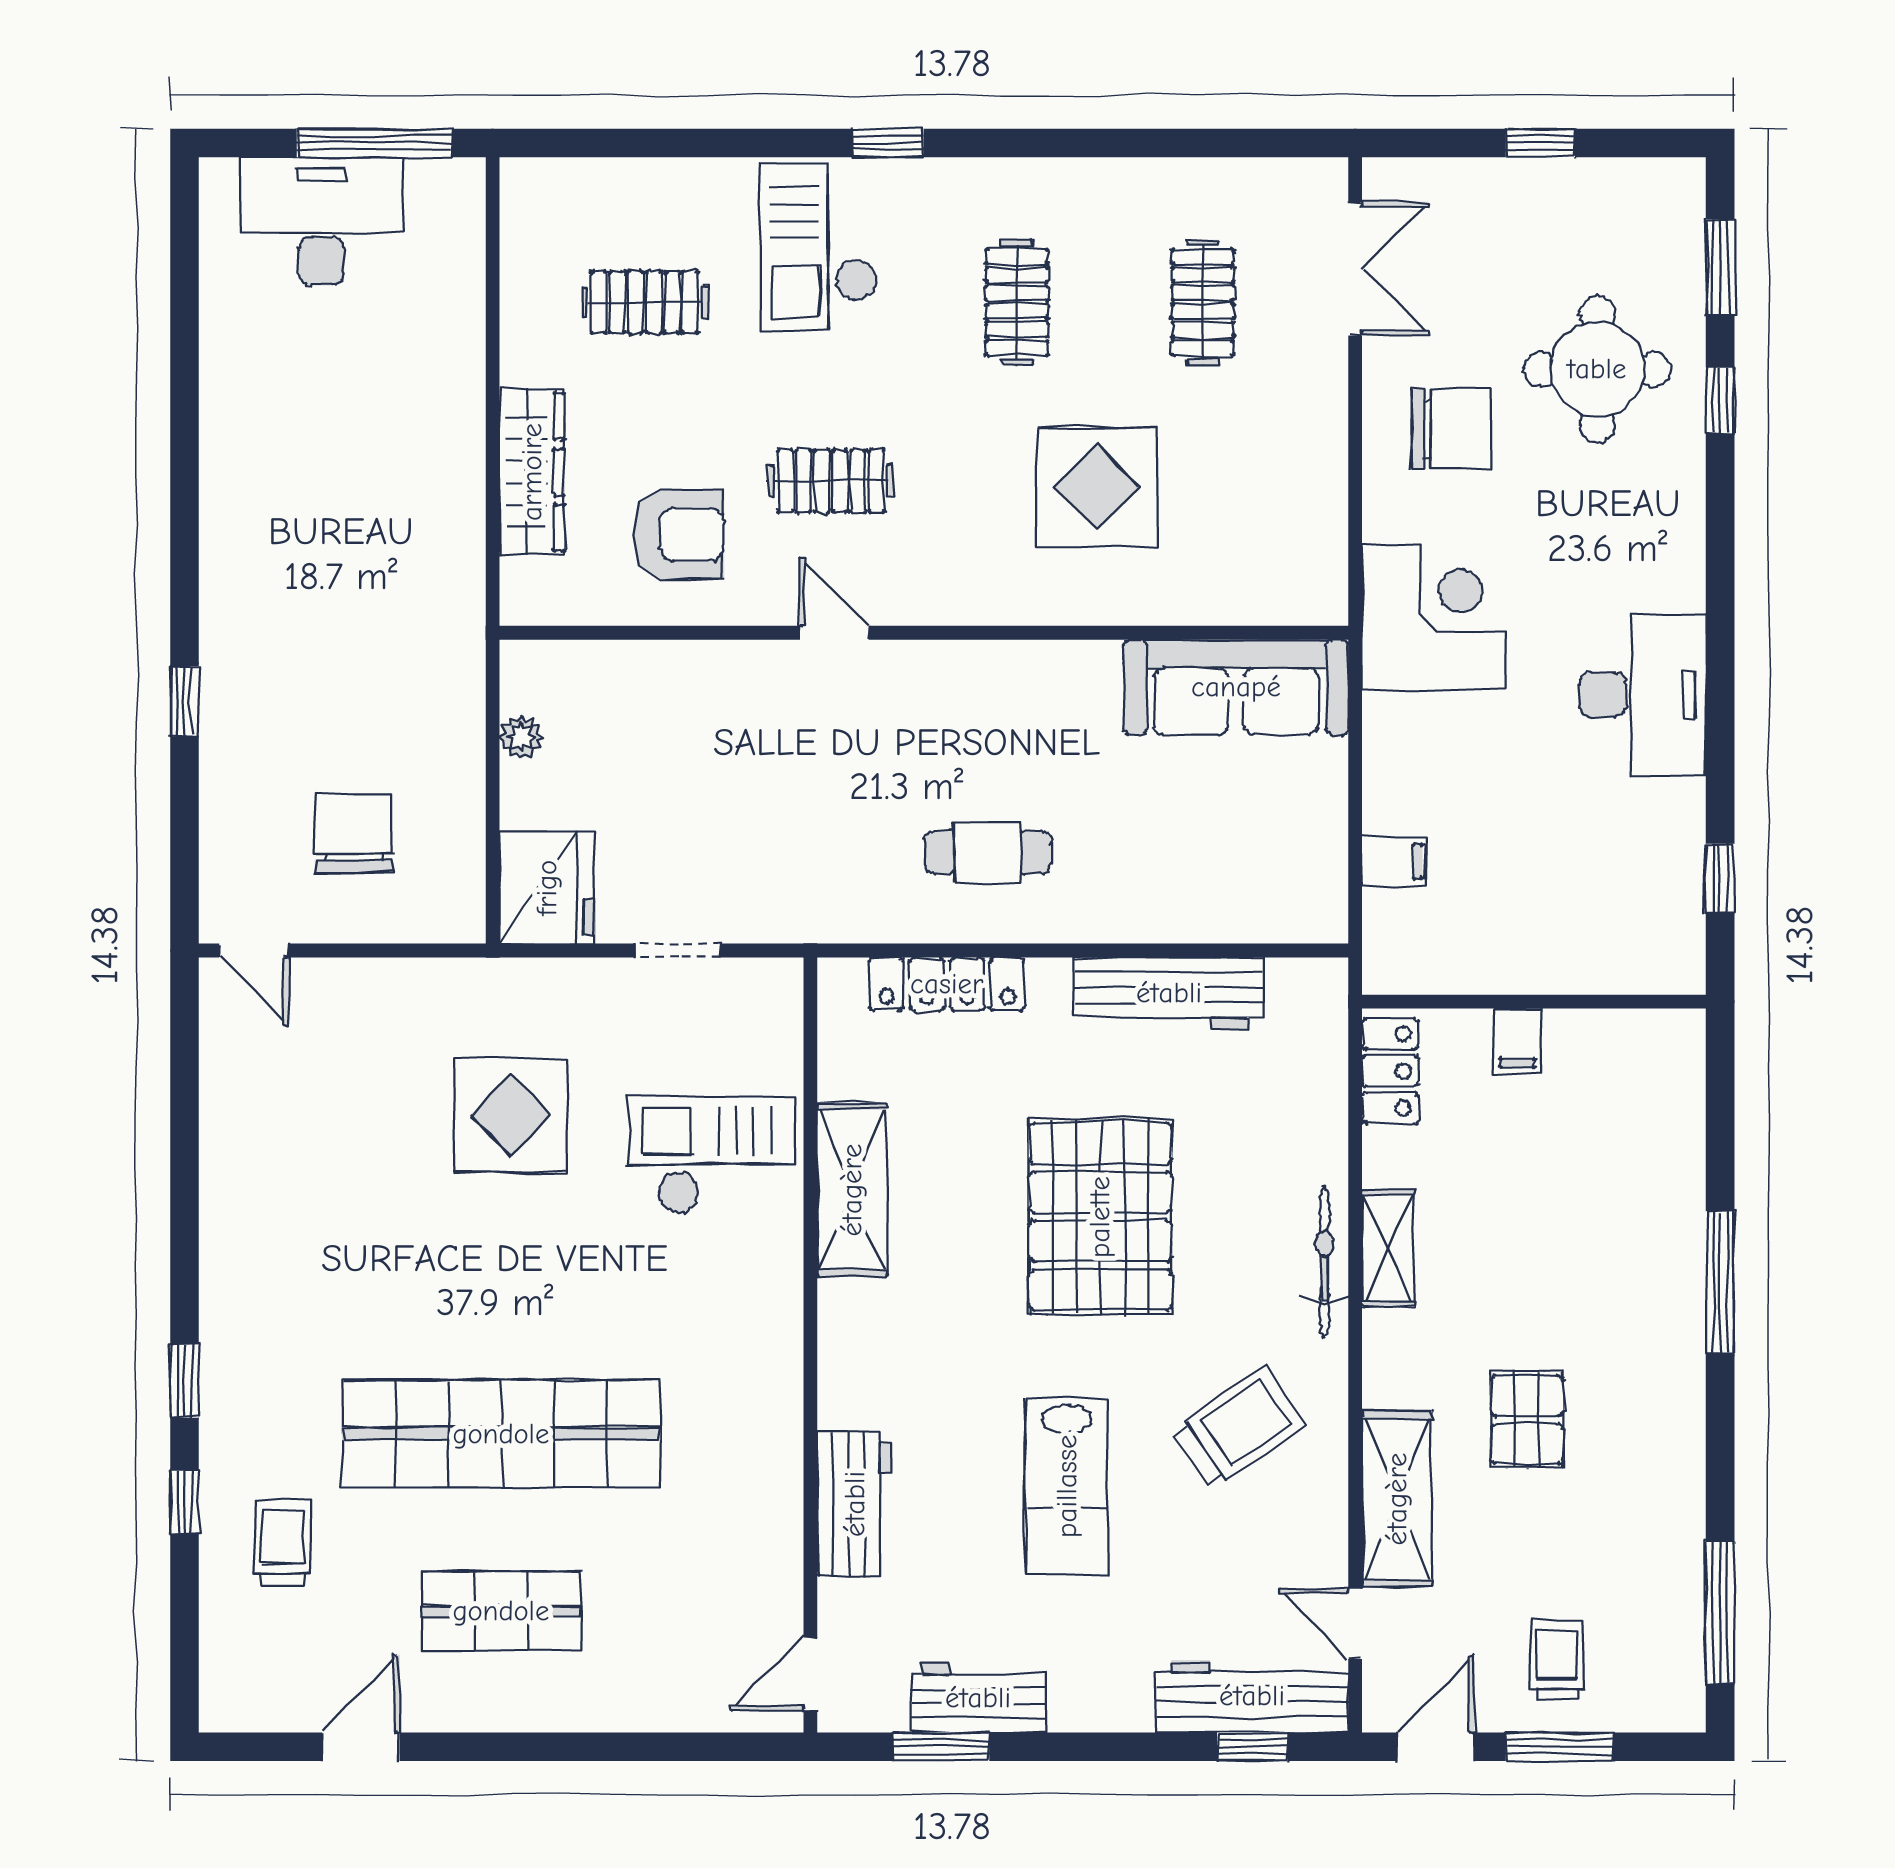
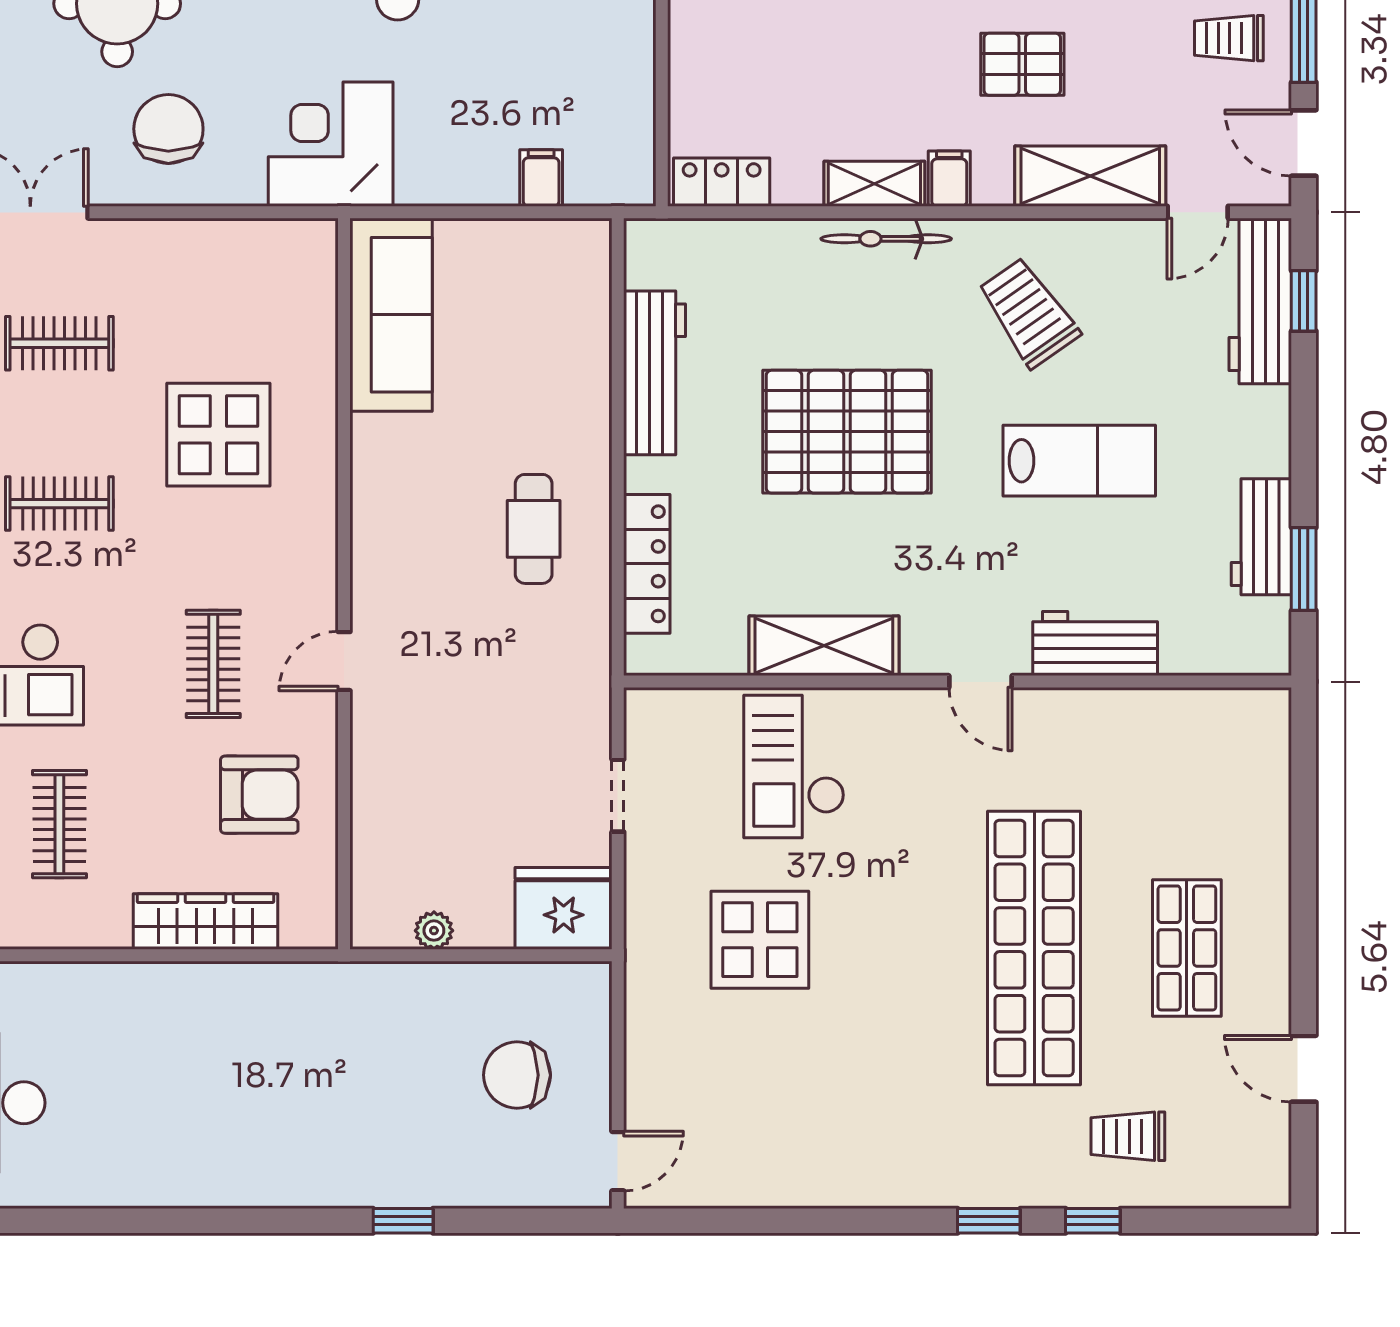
armchair: (679, 534) -> (259, 795), turned 90
filing cabinet: (1517, 1041) -> (949, 179), moved, turned -90
door: (810, 1674) -> (981, 682), moved

